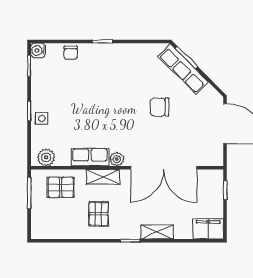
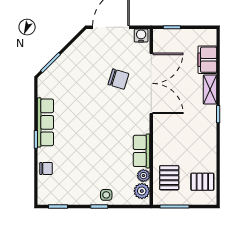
water cooler: (38, 50) -> (141, 35), moved, turned 180
row of seats: (183, 69) -> (45, 122), moved, turned -45
chair: (160, 107) -> (118, 79), moved, turned -73
plant: (117, 159) -> (143, 176), moved
shelving: (103, 177) -> (160, 139), removed
pallet: (99, 214) -> (202, 182), moved
filing cabinet: (208, 229) -> (207, 60), moved

